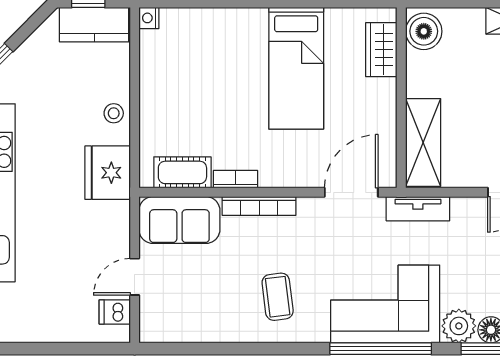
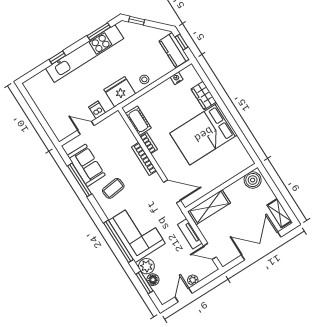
nightstand: (149, 18) -> (177, 78), moved
wardrobe: (381, 50) -> (204, 96), moved, turned -90
bed: (296, 68) -> (203, 134), width x1.50
tv unit: (418, 209) -> (190, 234), moved
sofa: (179, 220) -> (86, 165), moved, turned 180
dishwasher: (115, 312) -> (97, 110), moved
window: (223, 349) -> (80, 180), added

